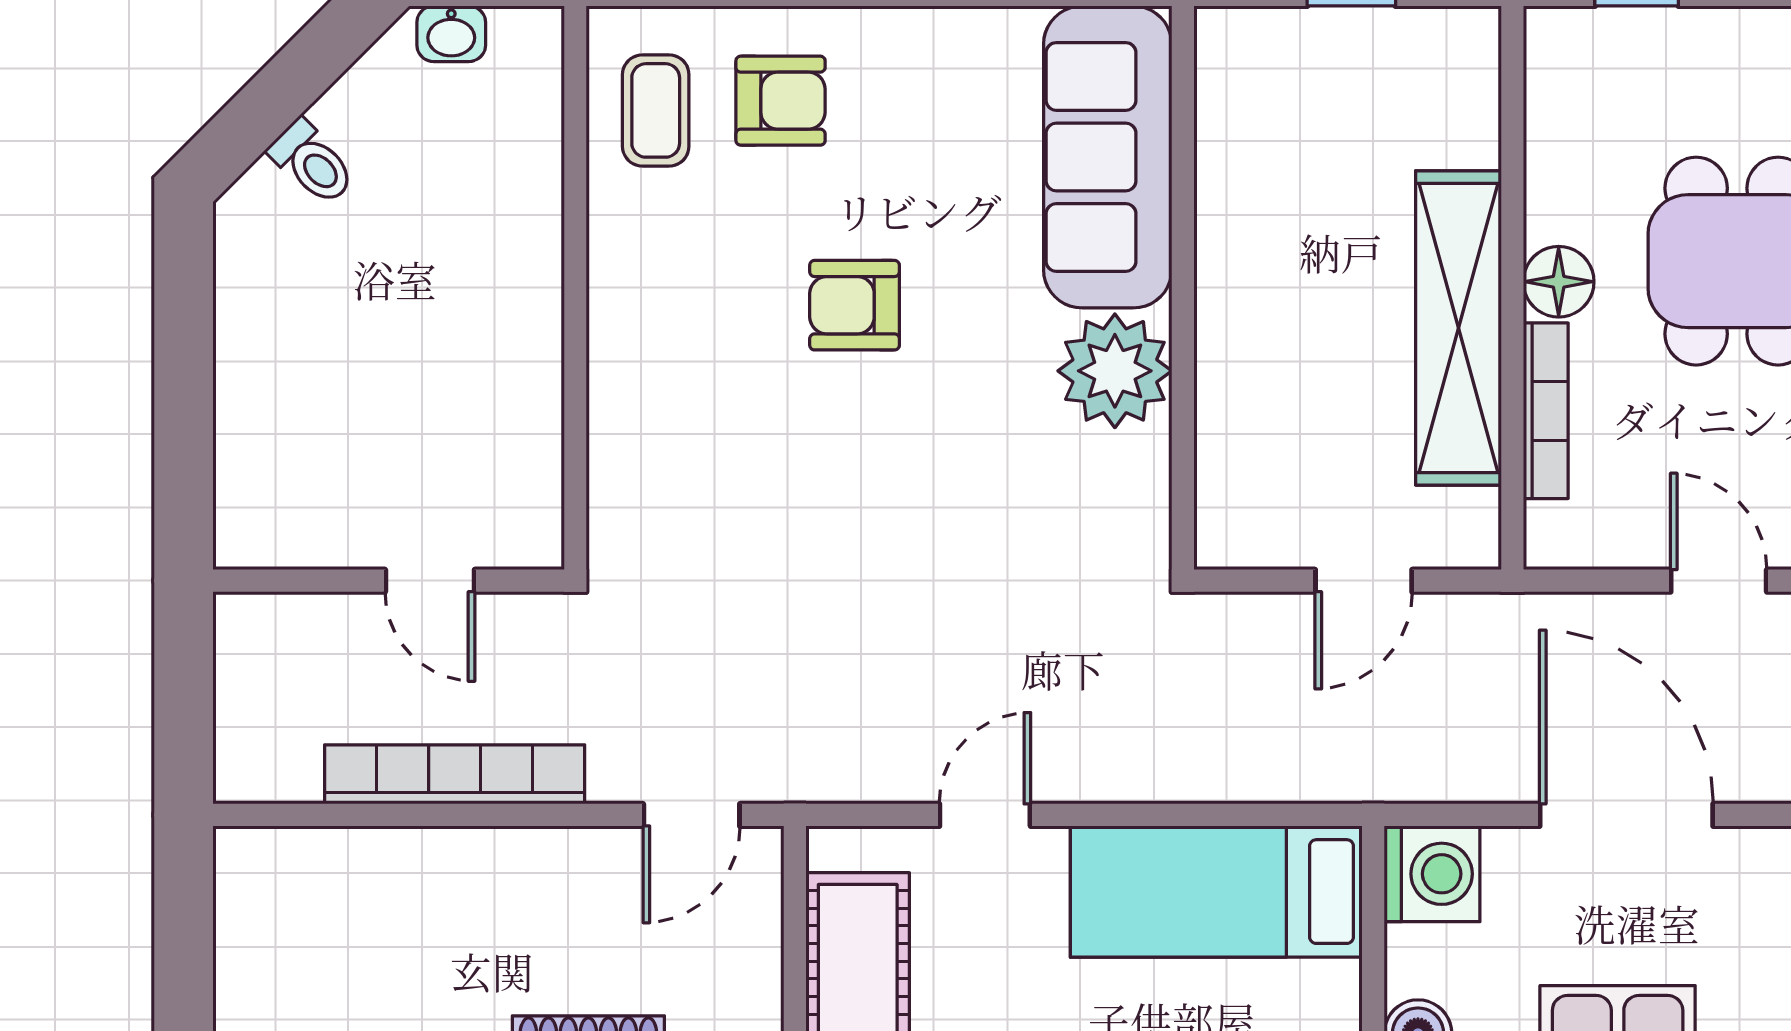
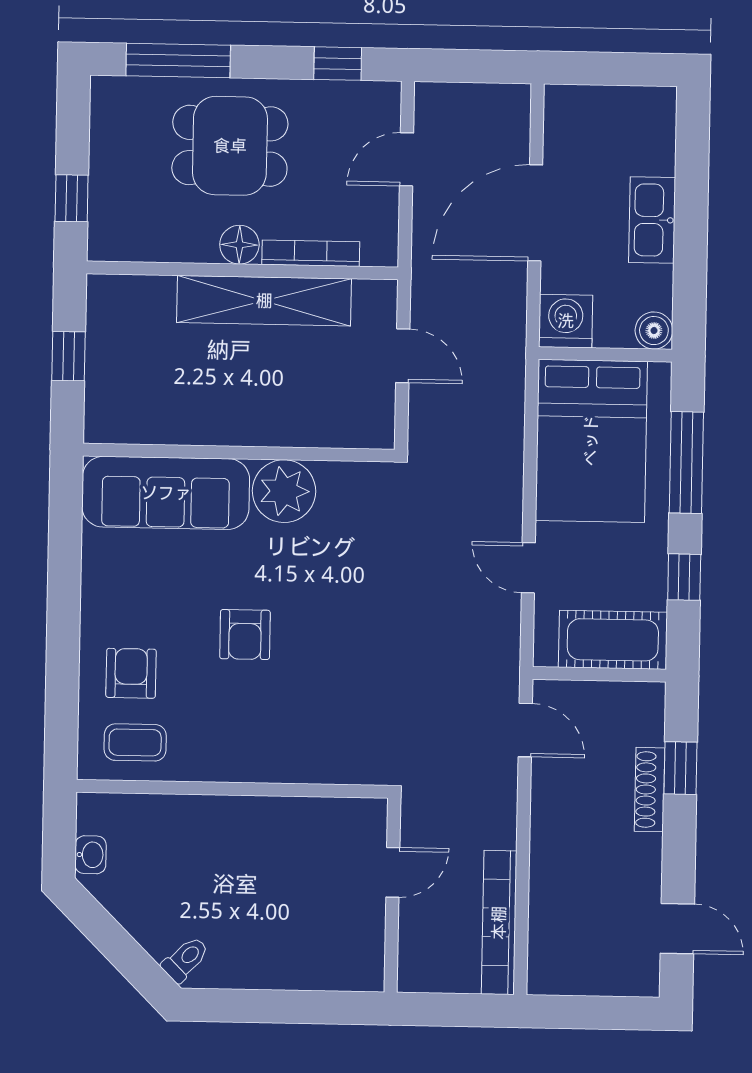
toilet: (312, 162) -> (185, 959), moved
bookcase: (455, 774) -> (499, 923), moved
bed: (1216, 892) -> (591, 441), width x1.50

